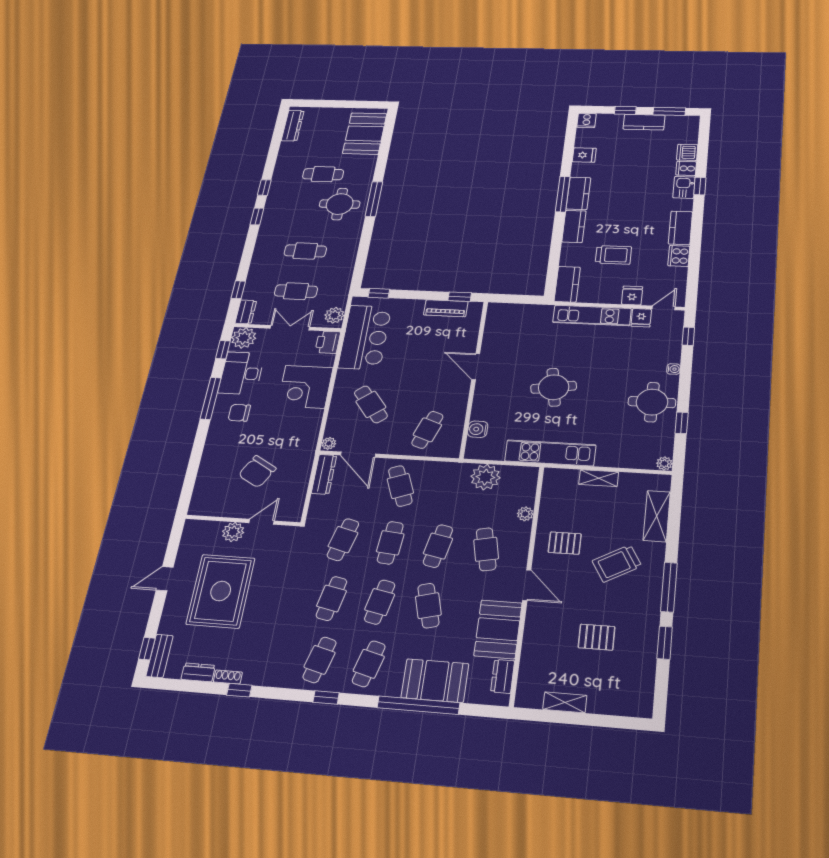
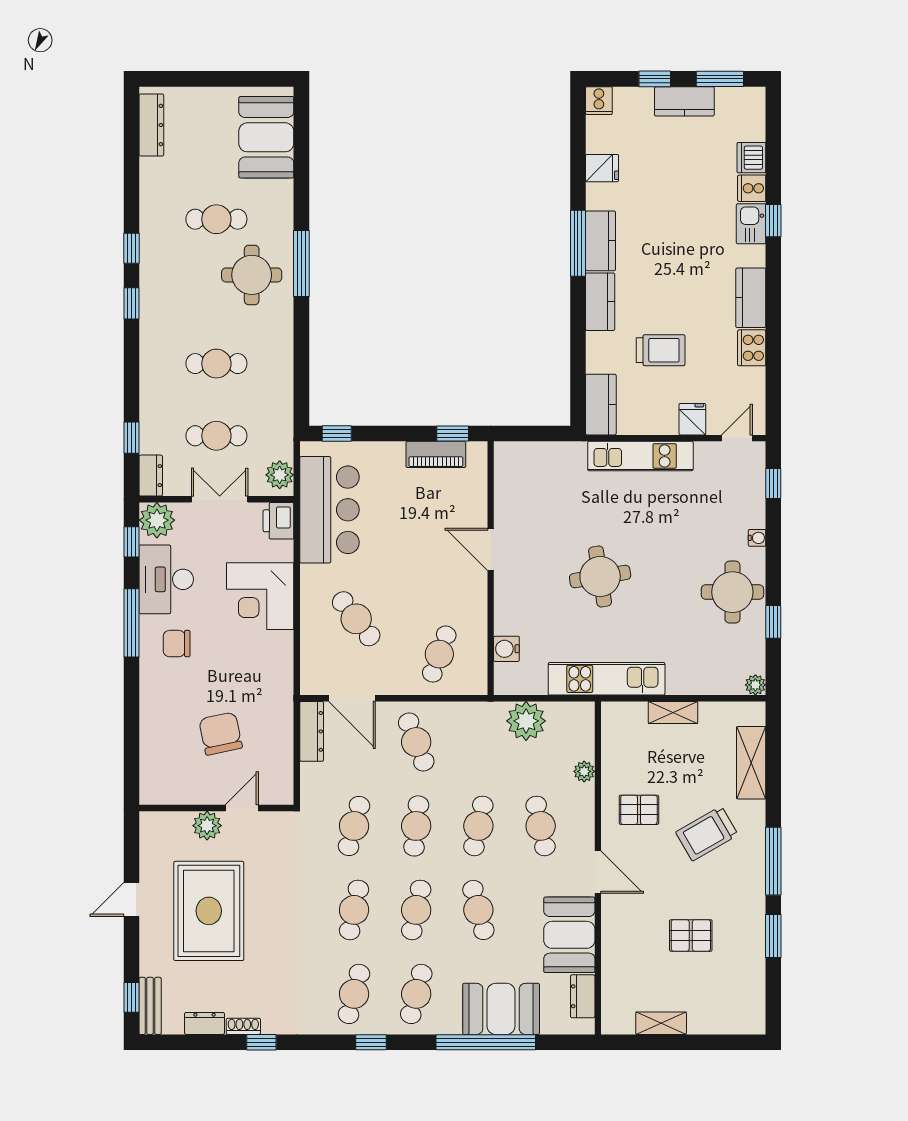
fridge: (641, 318) -> (708, 456), removed
plant: (329, 443) -> (309, 684), removed
chair: (257, 472) -> (221, 734), turned 138

